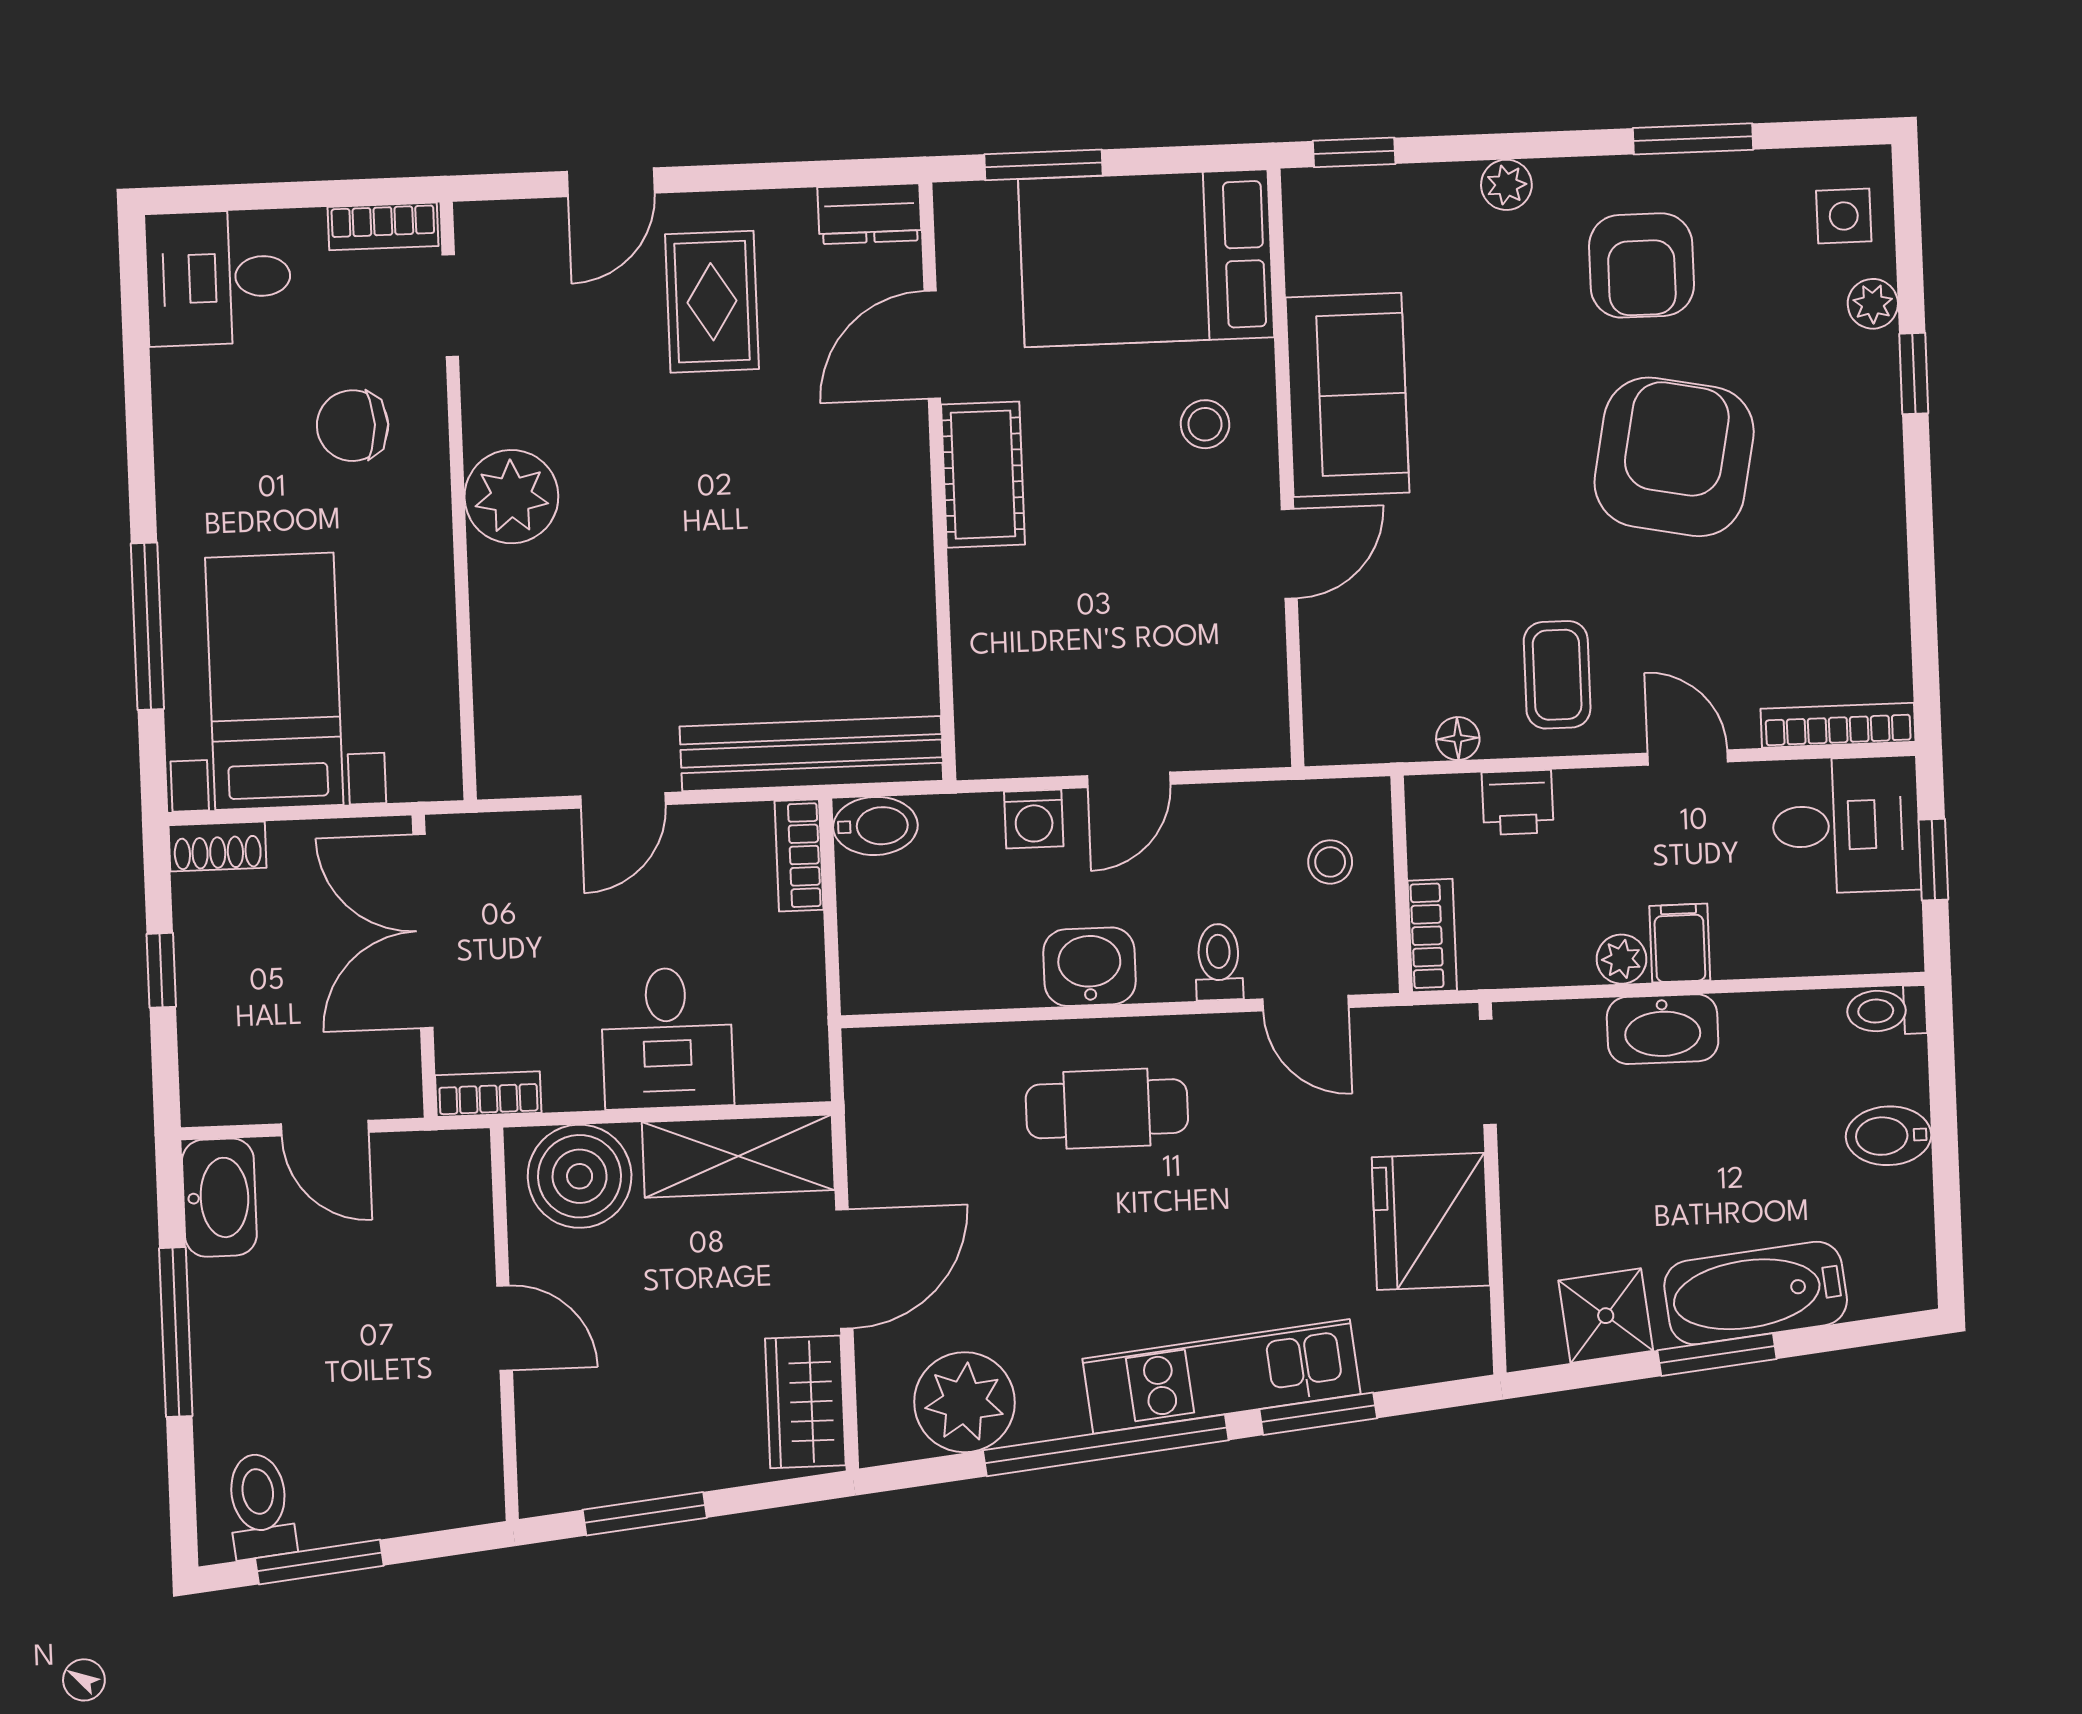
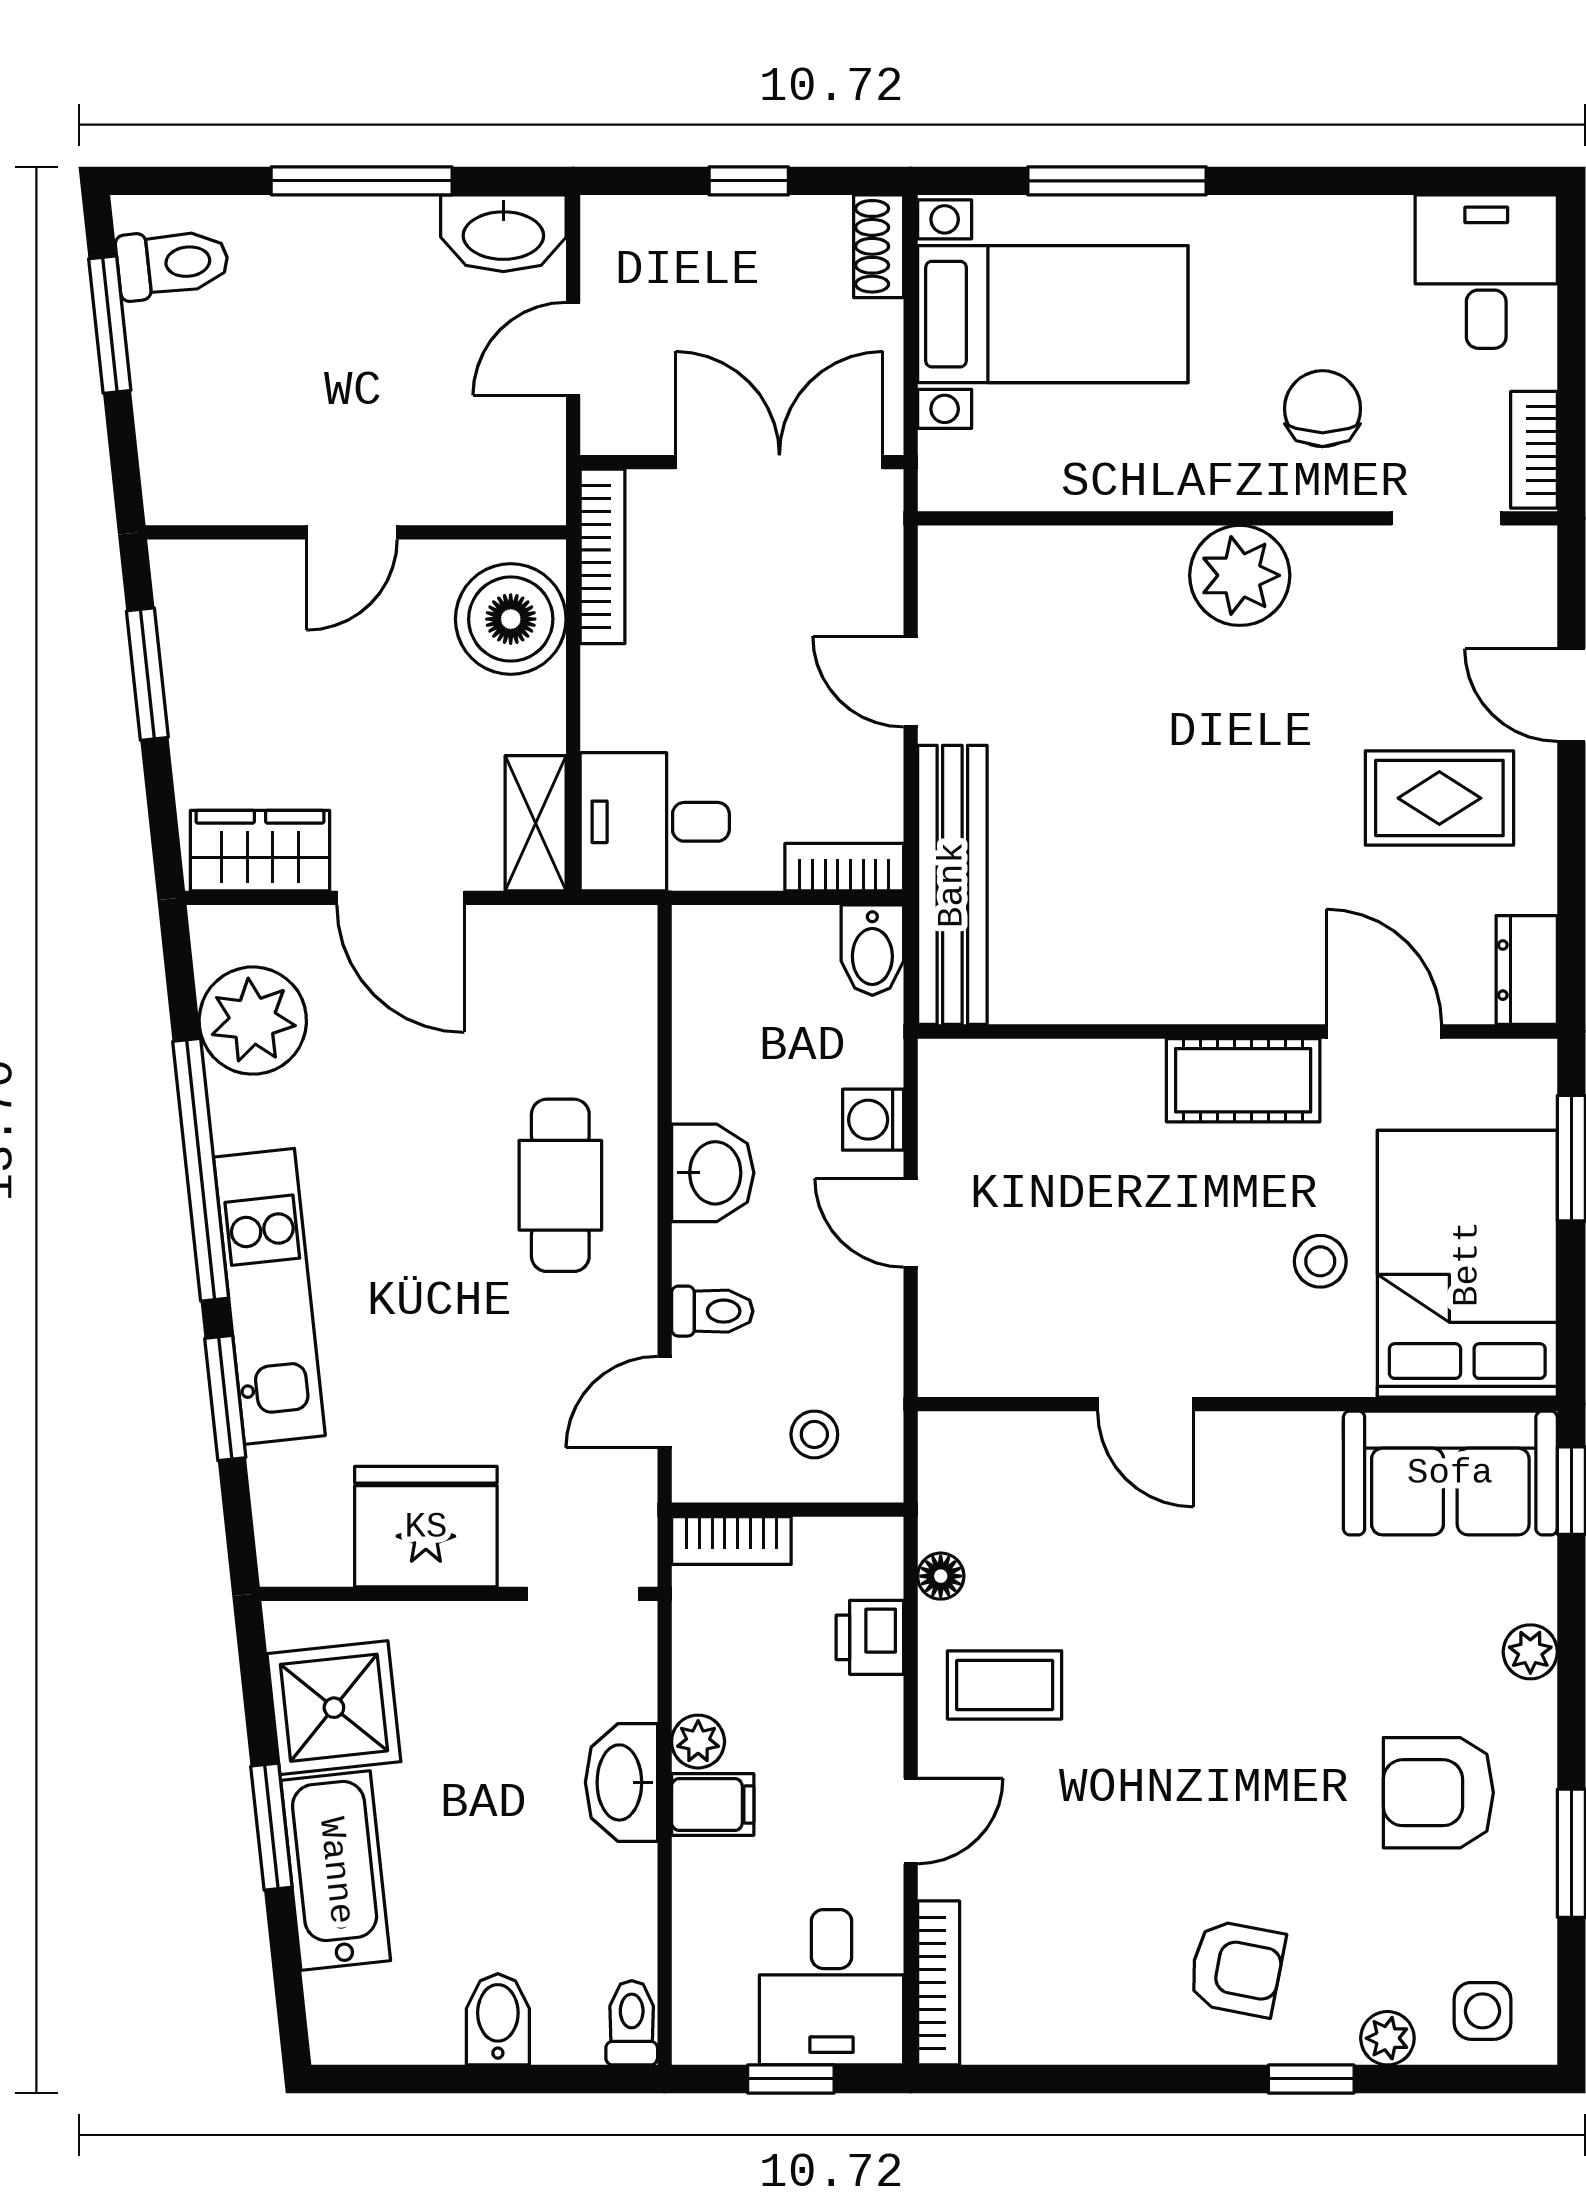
sofa: (1347, 395) -> (1450, 1473), moved
stool: (1205, 424) -> (1320, 1261), moved
armchair: (1674, 457) -> (1237, 1968), moved, width x0.53, depth x0.53
desk: (667, 1038) -> (655, 822), moved
bookcase: (488, 1094) -> (603, 556), width x1.56
shelving: (738, 1156) -> (536, 823), width x0.67, depth x0.75
shower: (1606, 1316) -> (334, 1708), width x1.36, depth x1.36

